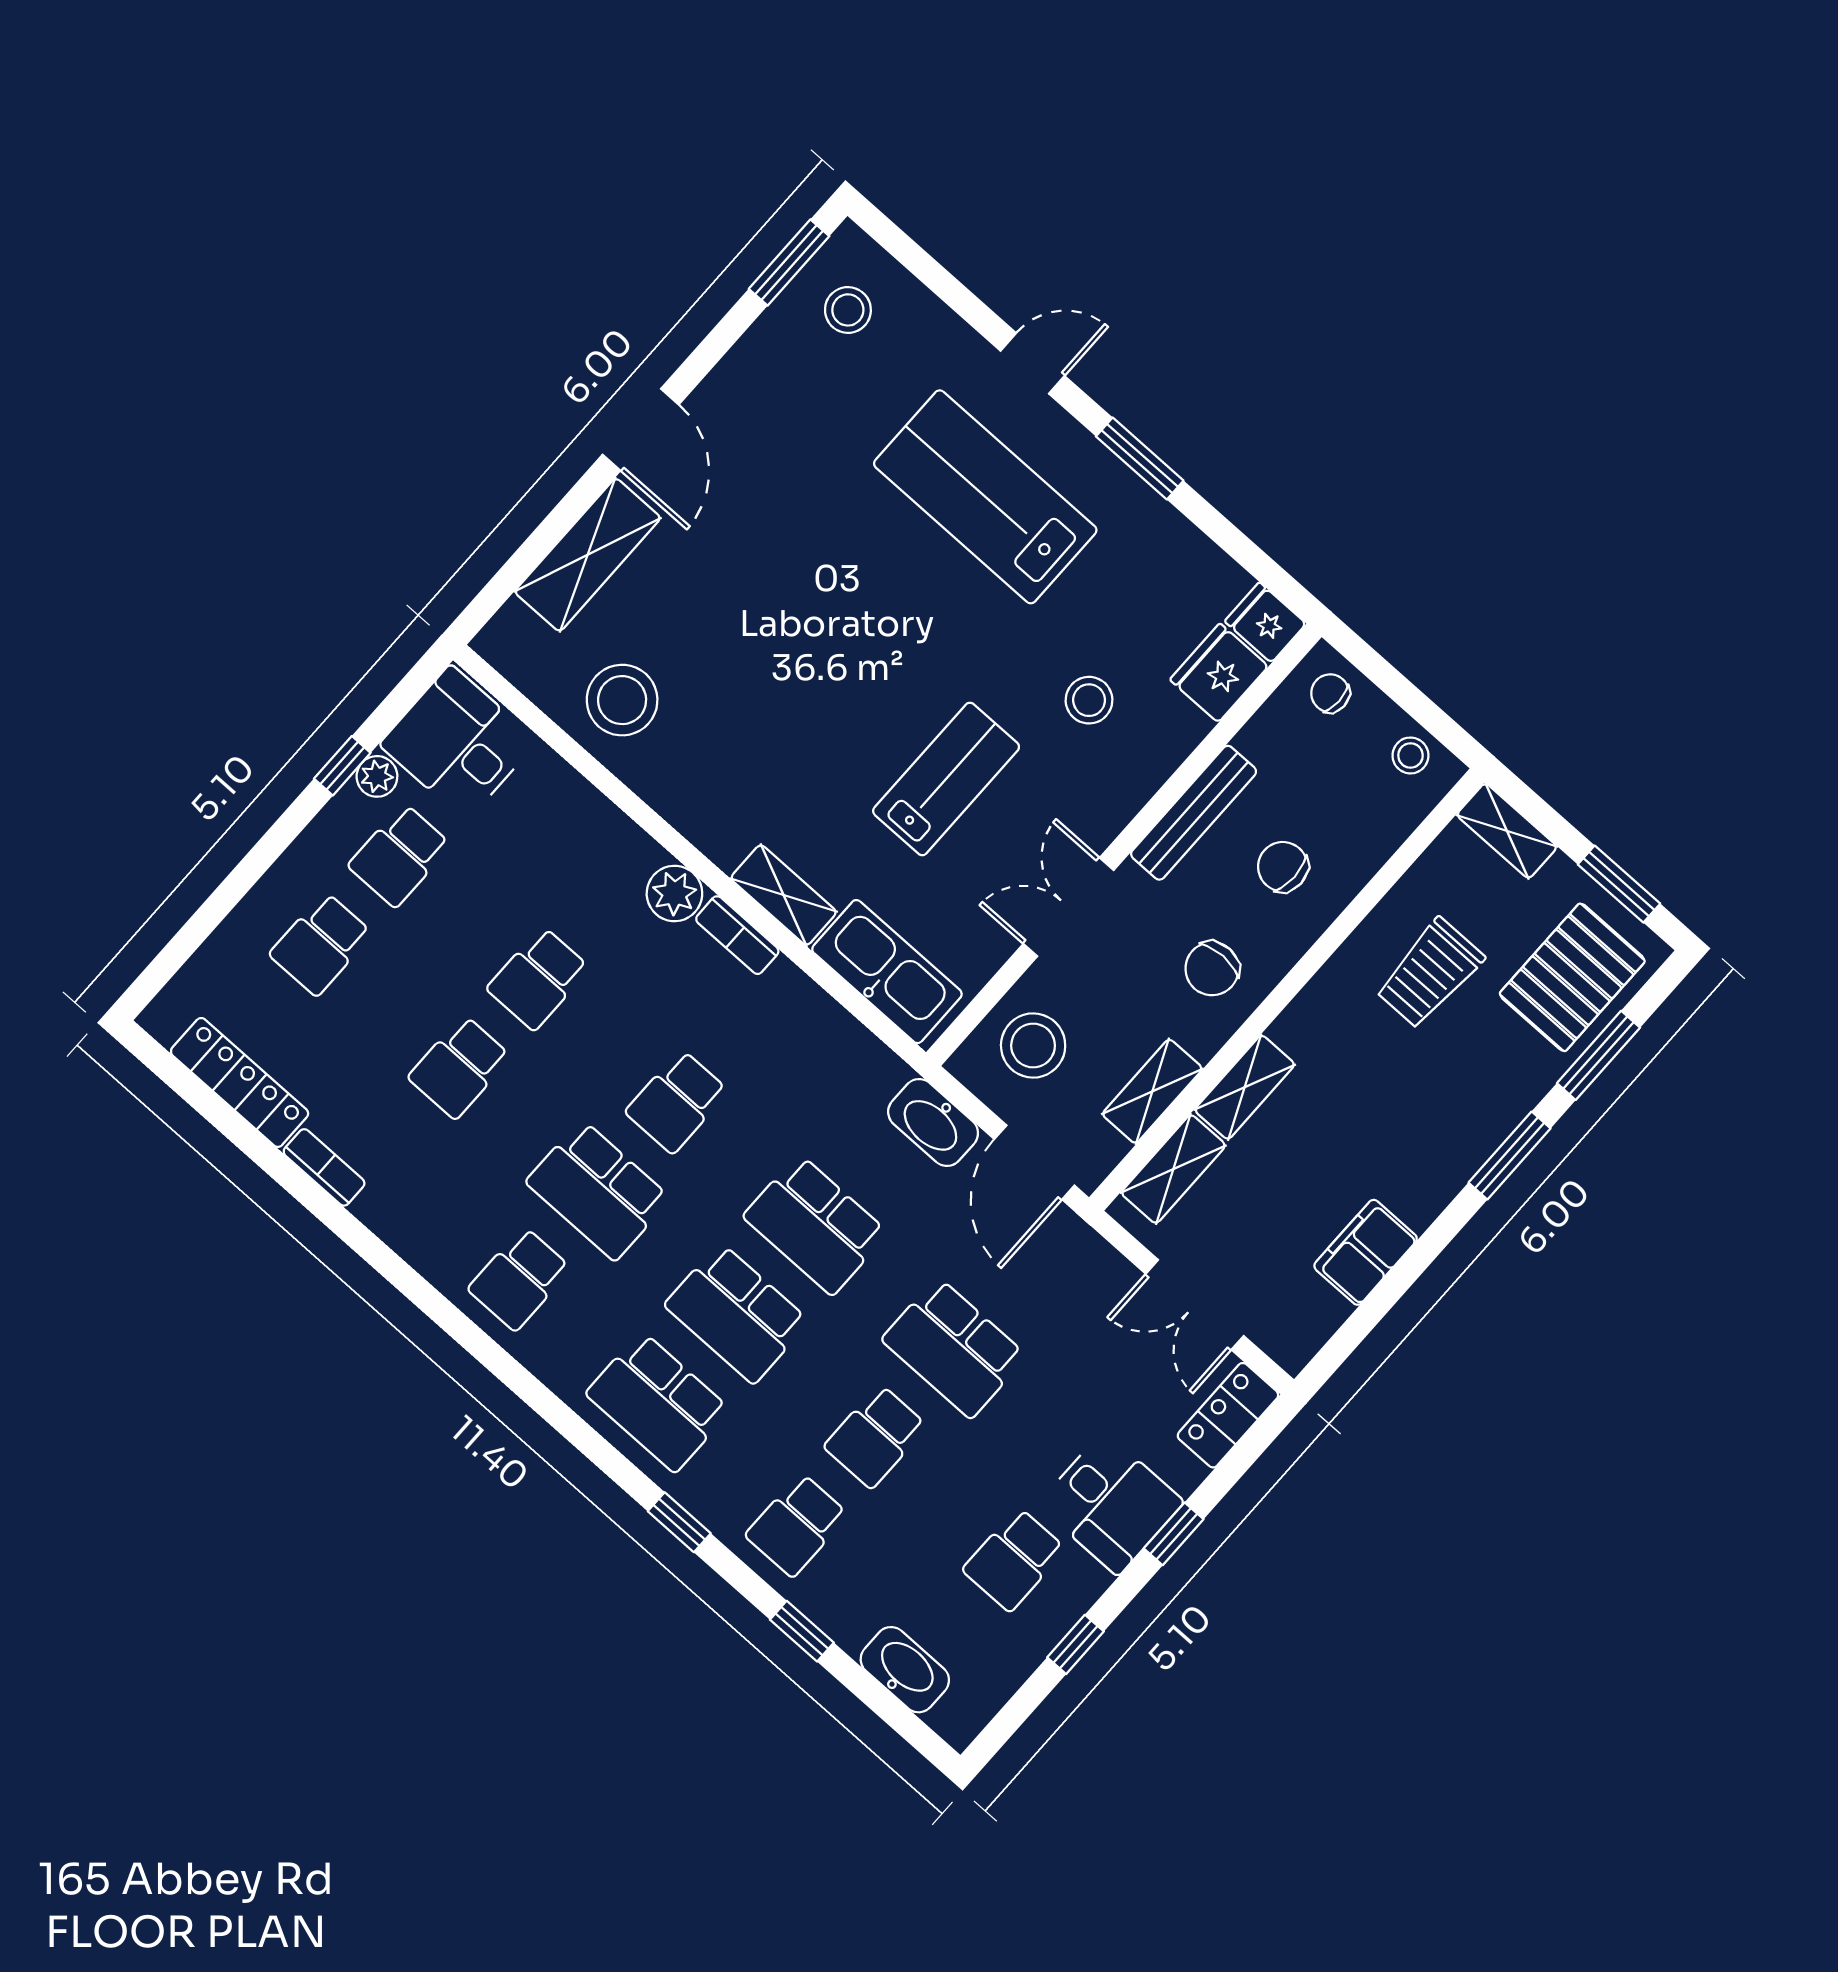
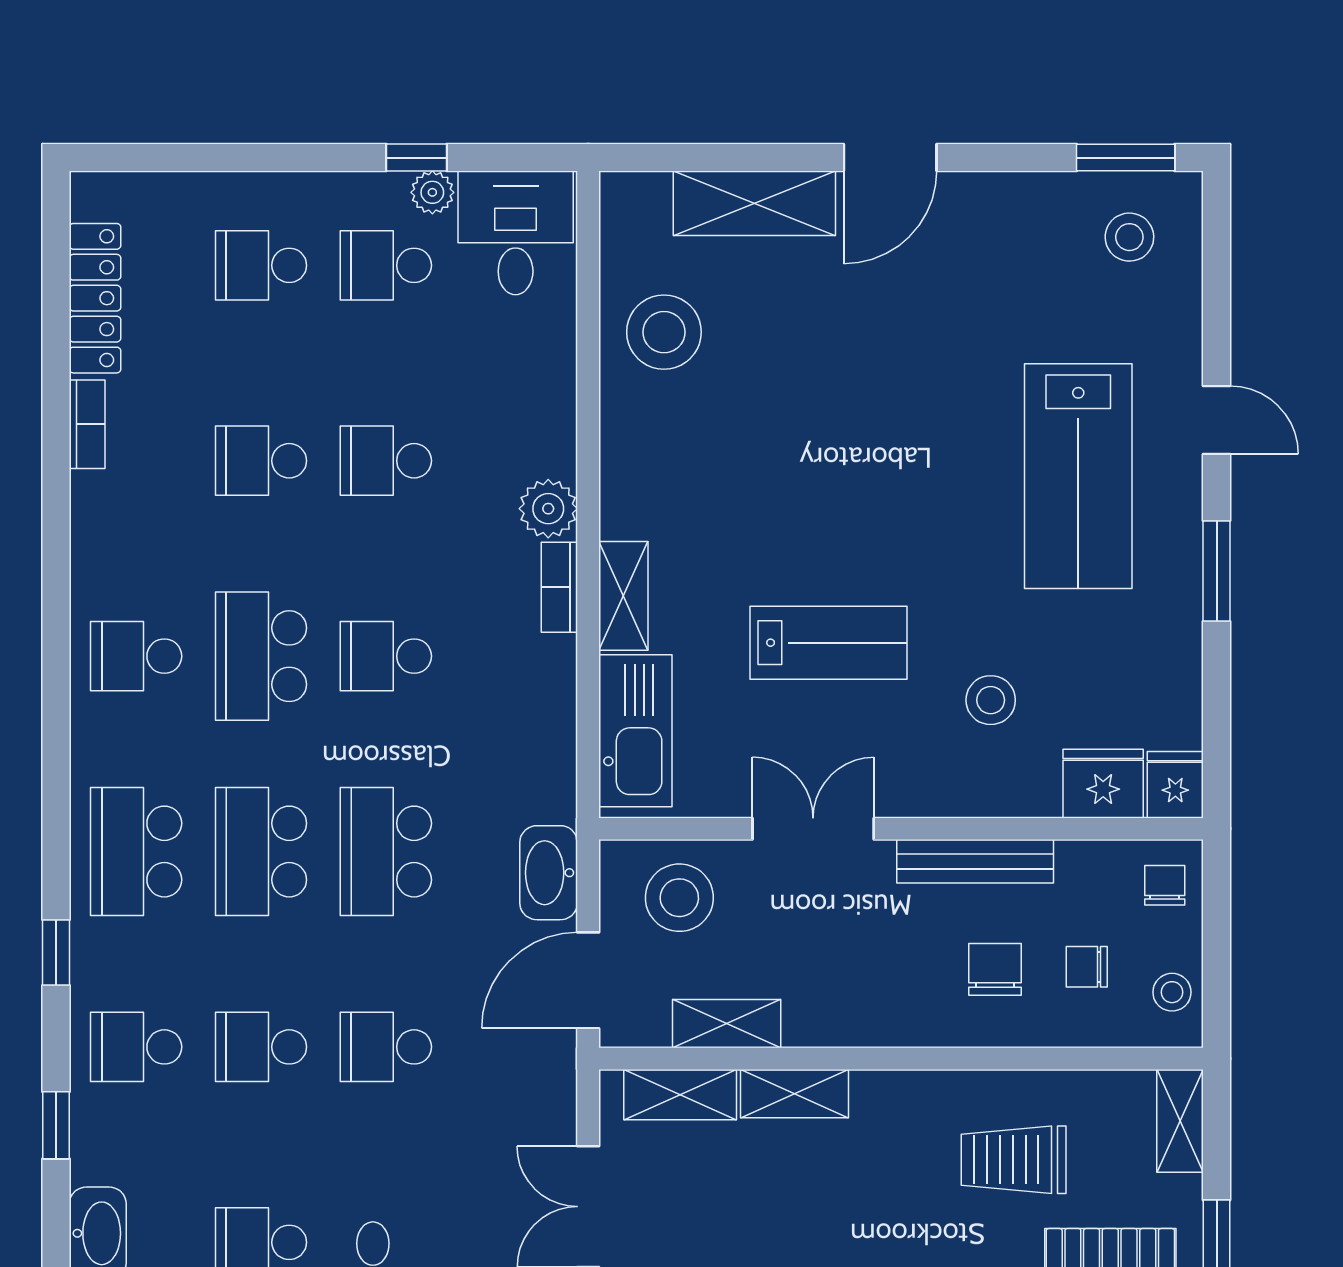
lab bench: (985, 497) -> (1078, 476), turned 180
chair: (1212, 969) -> (1087, 967), moved, width x0.73, depth x0.73
school desk: (954, 1348) -> (386, 1047), width x0.54

